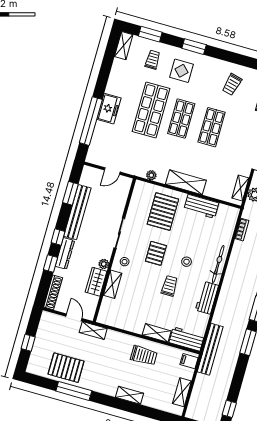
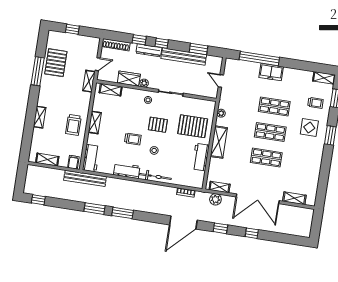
trolley: (232, 84) -> (303, 170), removed
shop shelf: (151, 110) -> (274, 107), width x0.70, depth x0.74
shelving: (113, 284) -> (111, 90), moved
shelving: (157, 333) -> (95, 122), moved

